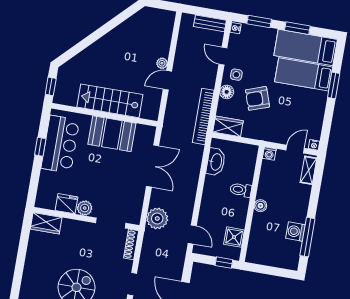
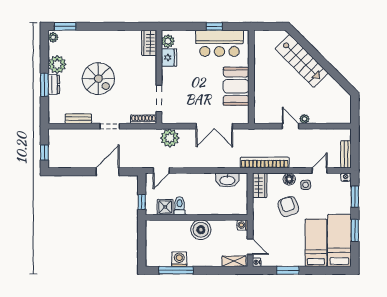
window: (334, 85) -> (288, 270), moved
window: (51, 86) -> (268, 26), removed
stairs: (110, 101) -> (302, 61), moved, turned 135
toilet: (241, 190) -> (180, 206), moved
boiler: (260, 206) -> (201, 230), width x1.86, depth x1.86
plant: (85, 208) -> (168, 41), moved

